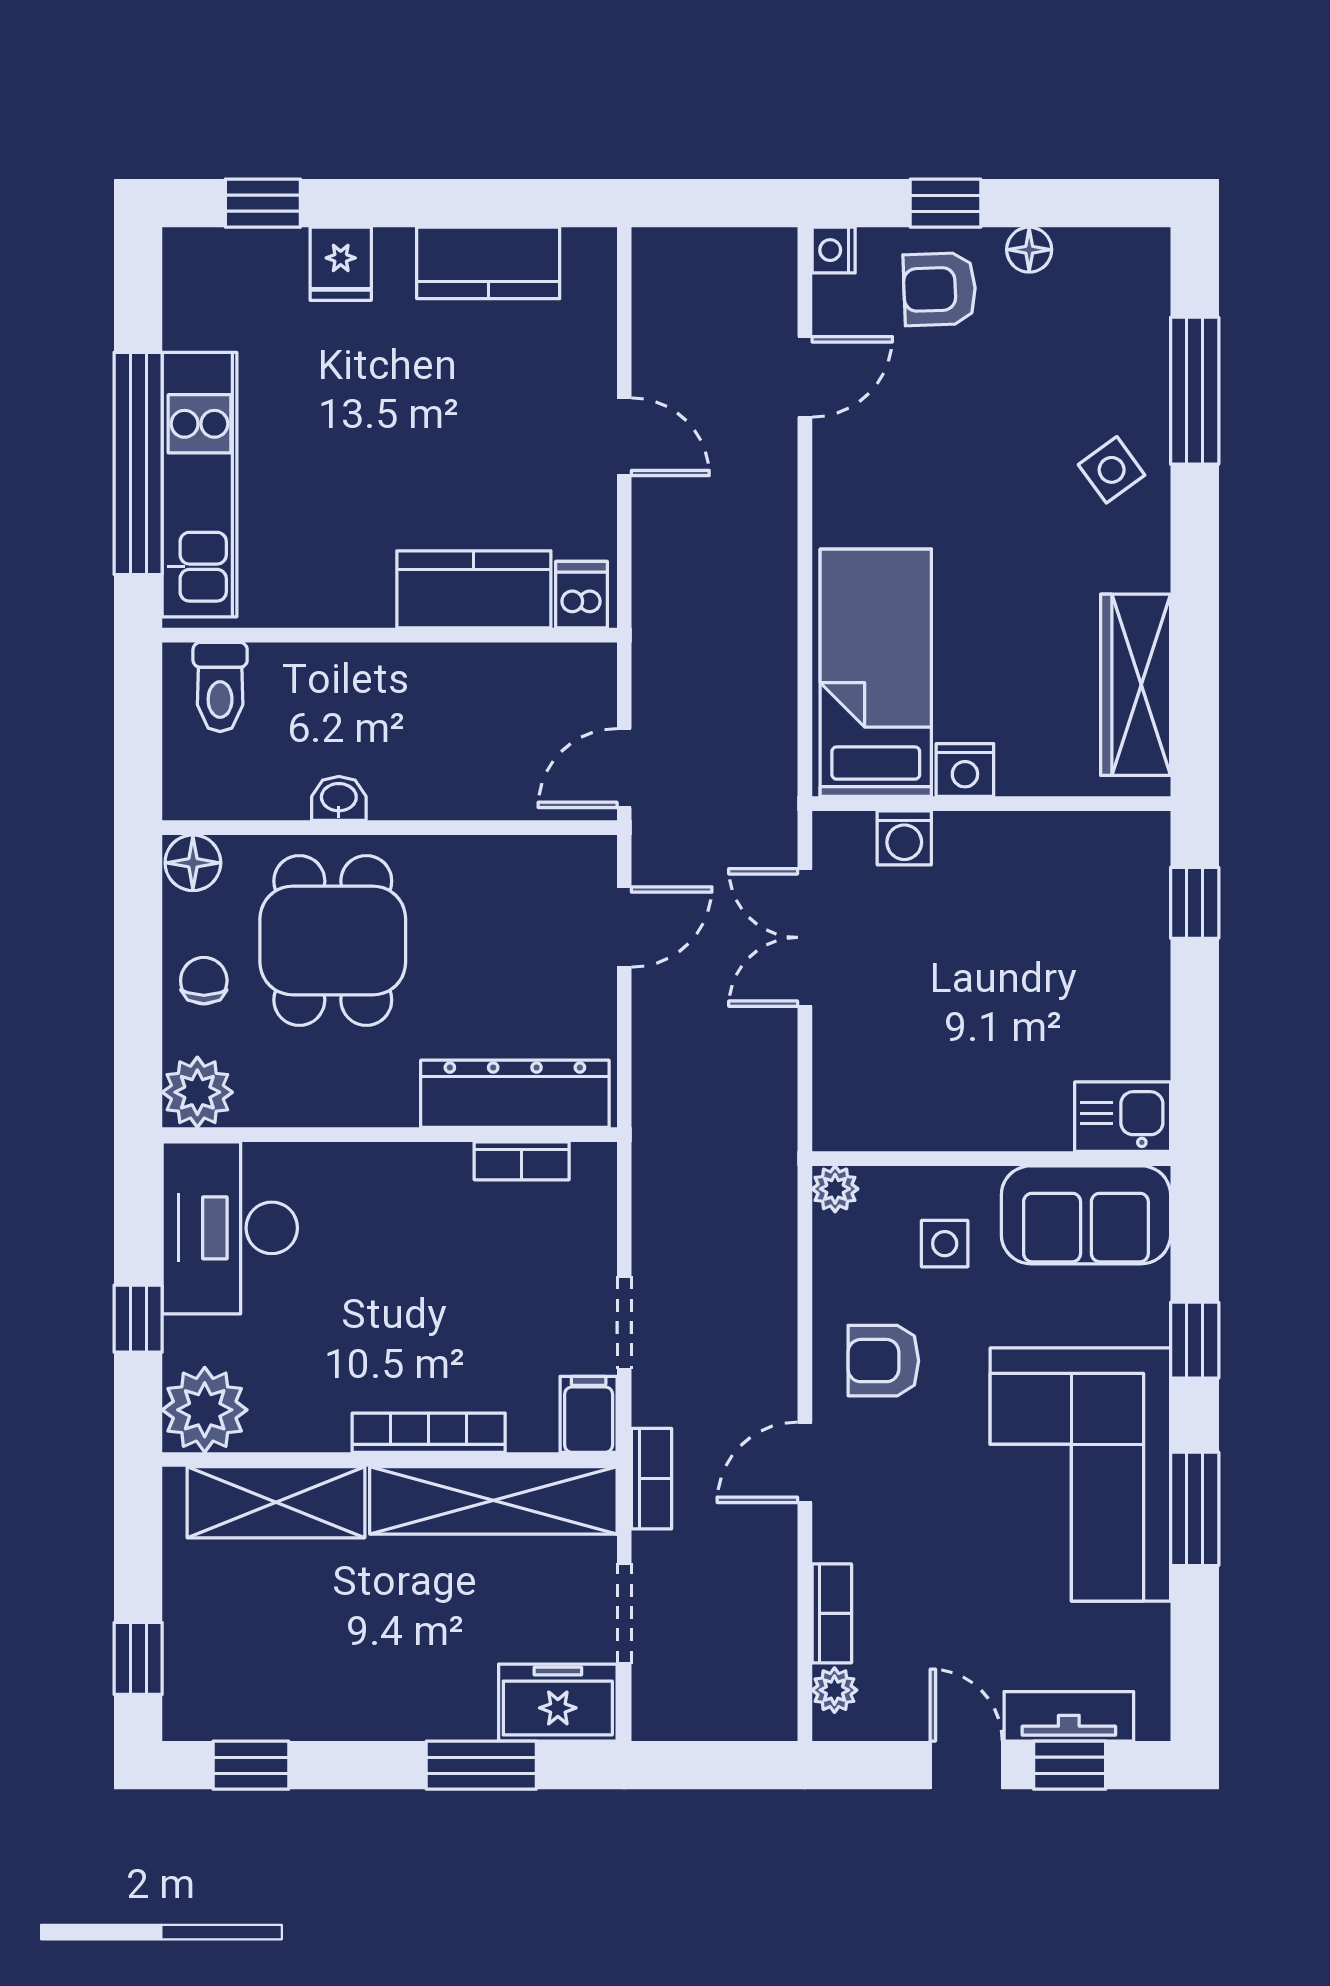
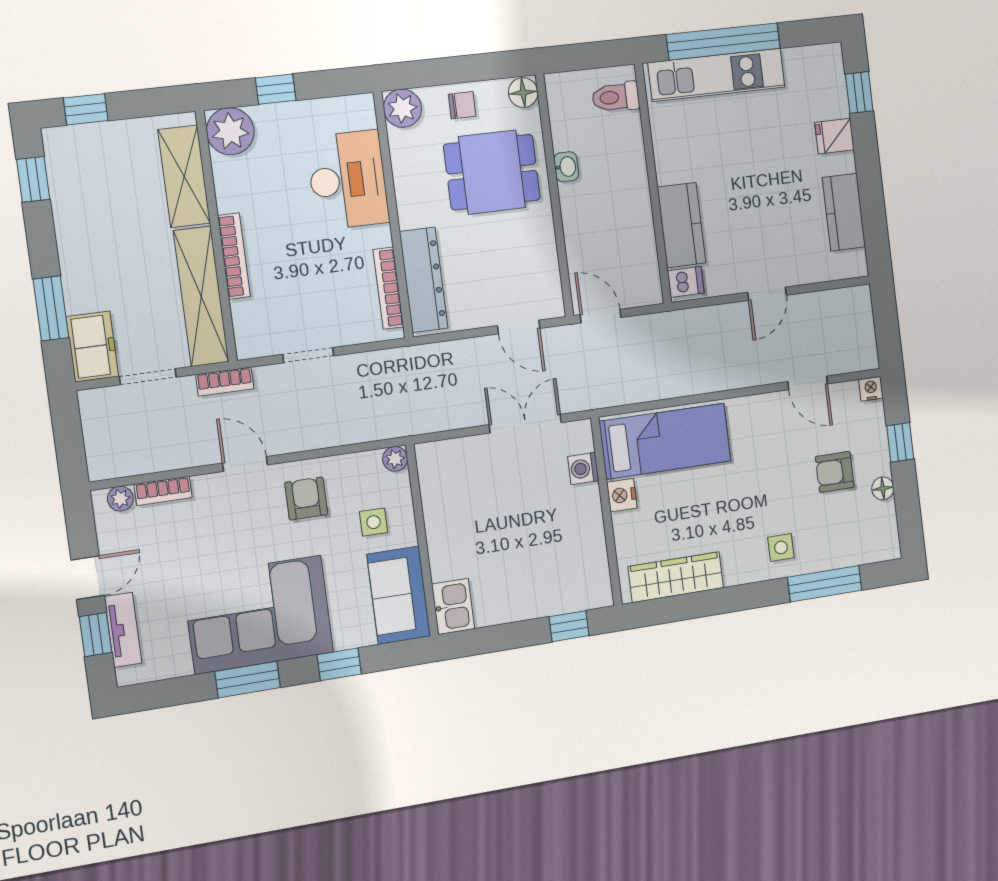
armchair: (940, 289) -> (835, 472), moved, turned -88
side table: (1112, 470) -> (781, 548), turned 36
bookcase: (522, 1161) -> (388, 288), width x1.56
desk: (230, 1228) -> (348, 180), moved, turned 90
filing cabinet: (589, 1414) -> (256, 342), removed

